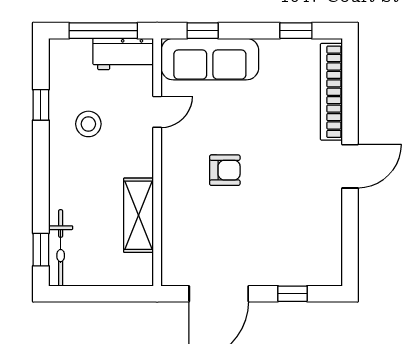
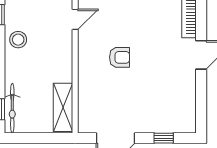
stool: (88, 124) -> (18, 40), moved
shelving: (138, 215) -> (63, 107), moved

